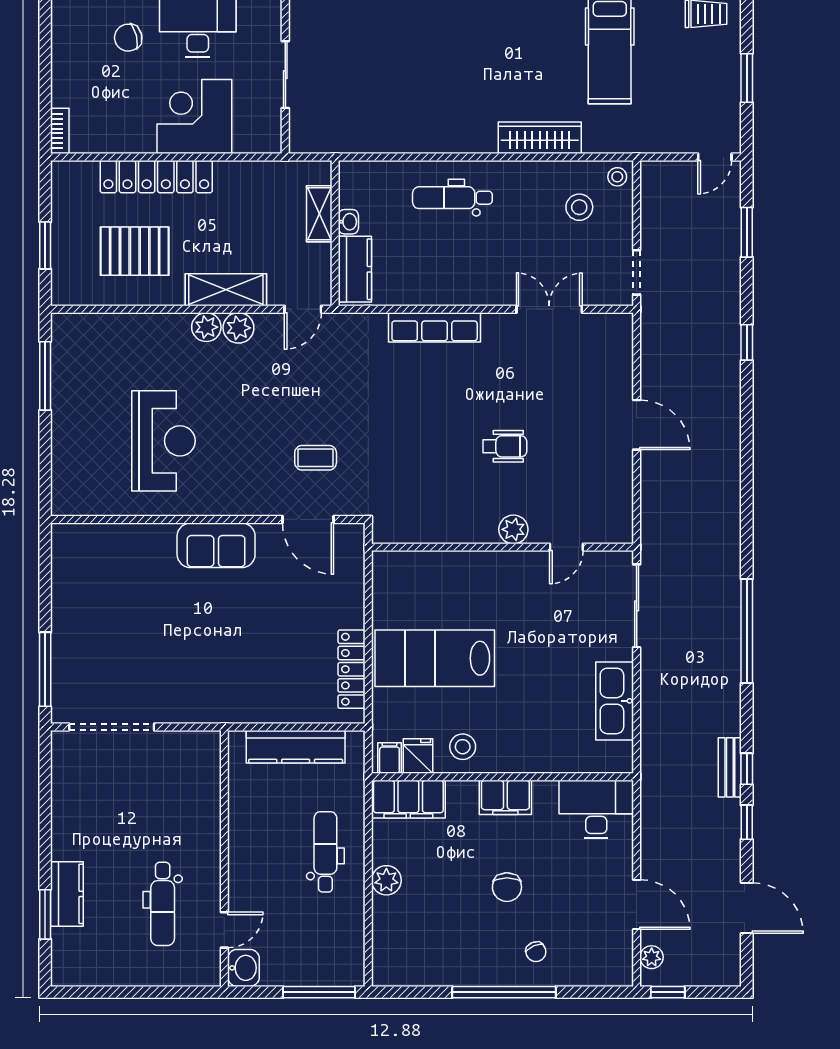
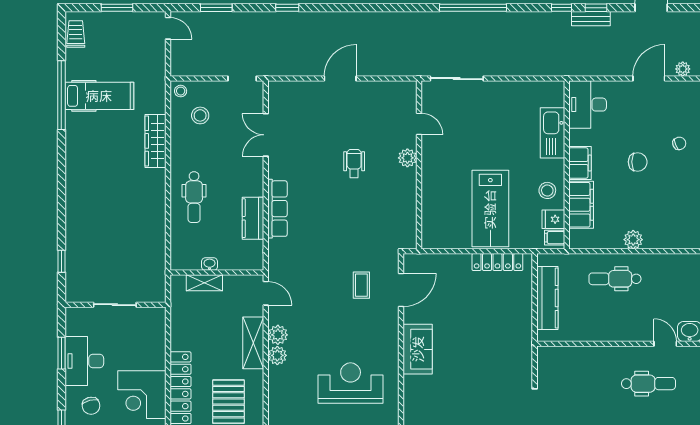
corner desk: (194, 117) -> (142, 395), moved
kitchen counter: (355, 269) -> (253, 218), moved, turned -90
kitchen sink: (615, 701) -> (552, 133), moved, turned 90
bench: (730, 767) -> (591, 19), moved
filing cabinet: (408, 799) -> (581, 205), moved

